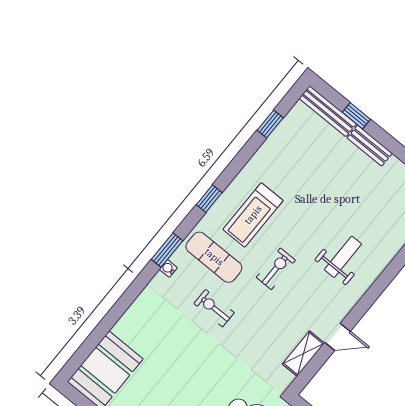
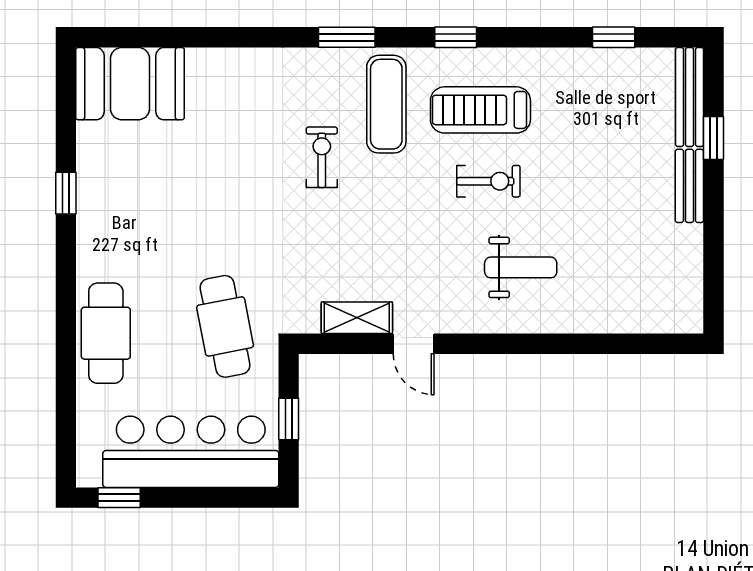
water cooler: (168, 268) -> (325, 58), removed
exercise bike: (276, 269) -> (488, 181), moved

